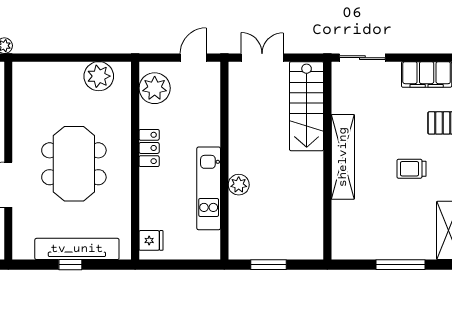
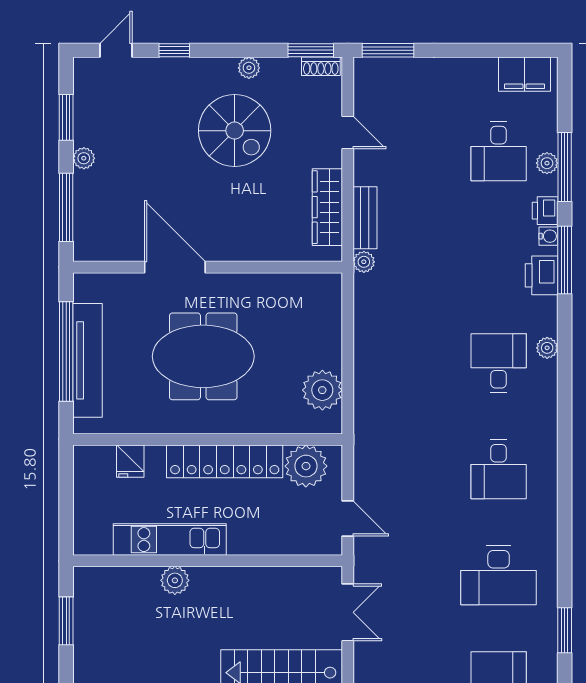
locker: (149, 148) -> (225, 461), width x2.16, depth x1.21
fridge: (151, 240) -> (130, 461), moved
window: (70, 265) -> (66, 352), width x3.17

